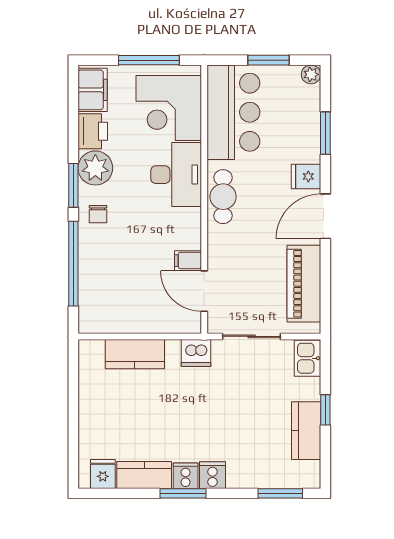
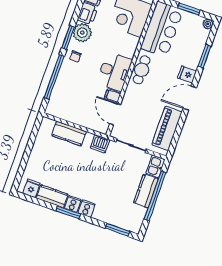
desk: (176, 175) -> (114, 71), moved
window: (325, 410) -> (155, 196), width x3.17
kitchen counter: (306, 431) -> (146, 191), moved

